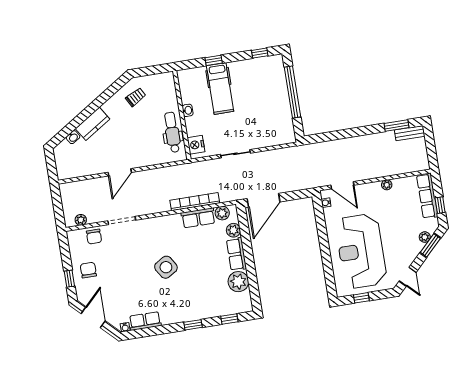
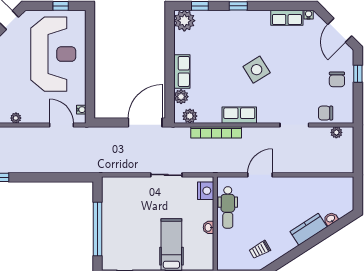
door: (120, 172) -> (260, 175), moved
row of seats: (198, 218) -> (239, 115), moved
chair: (94, 237) -> (326, 113), turned -90
plant: (238, 282) -> (184, 21), moved

